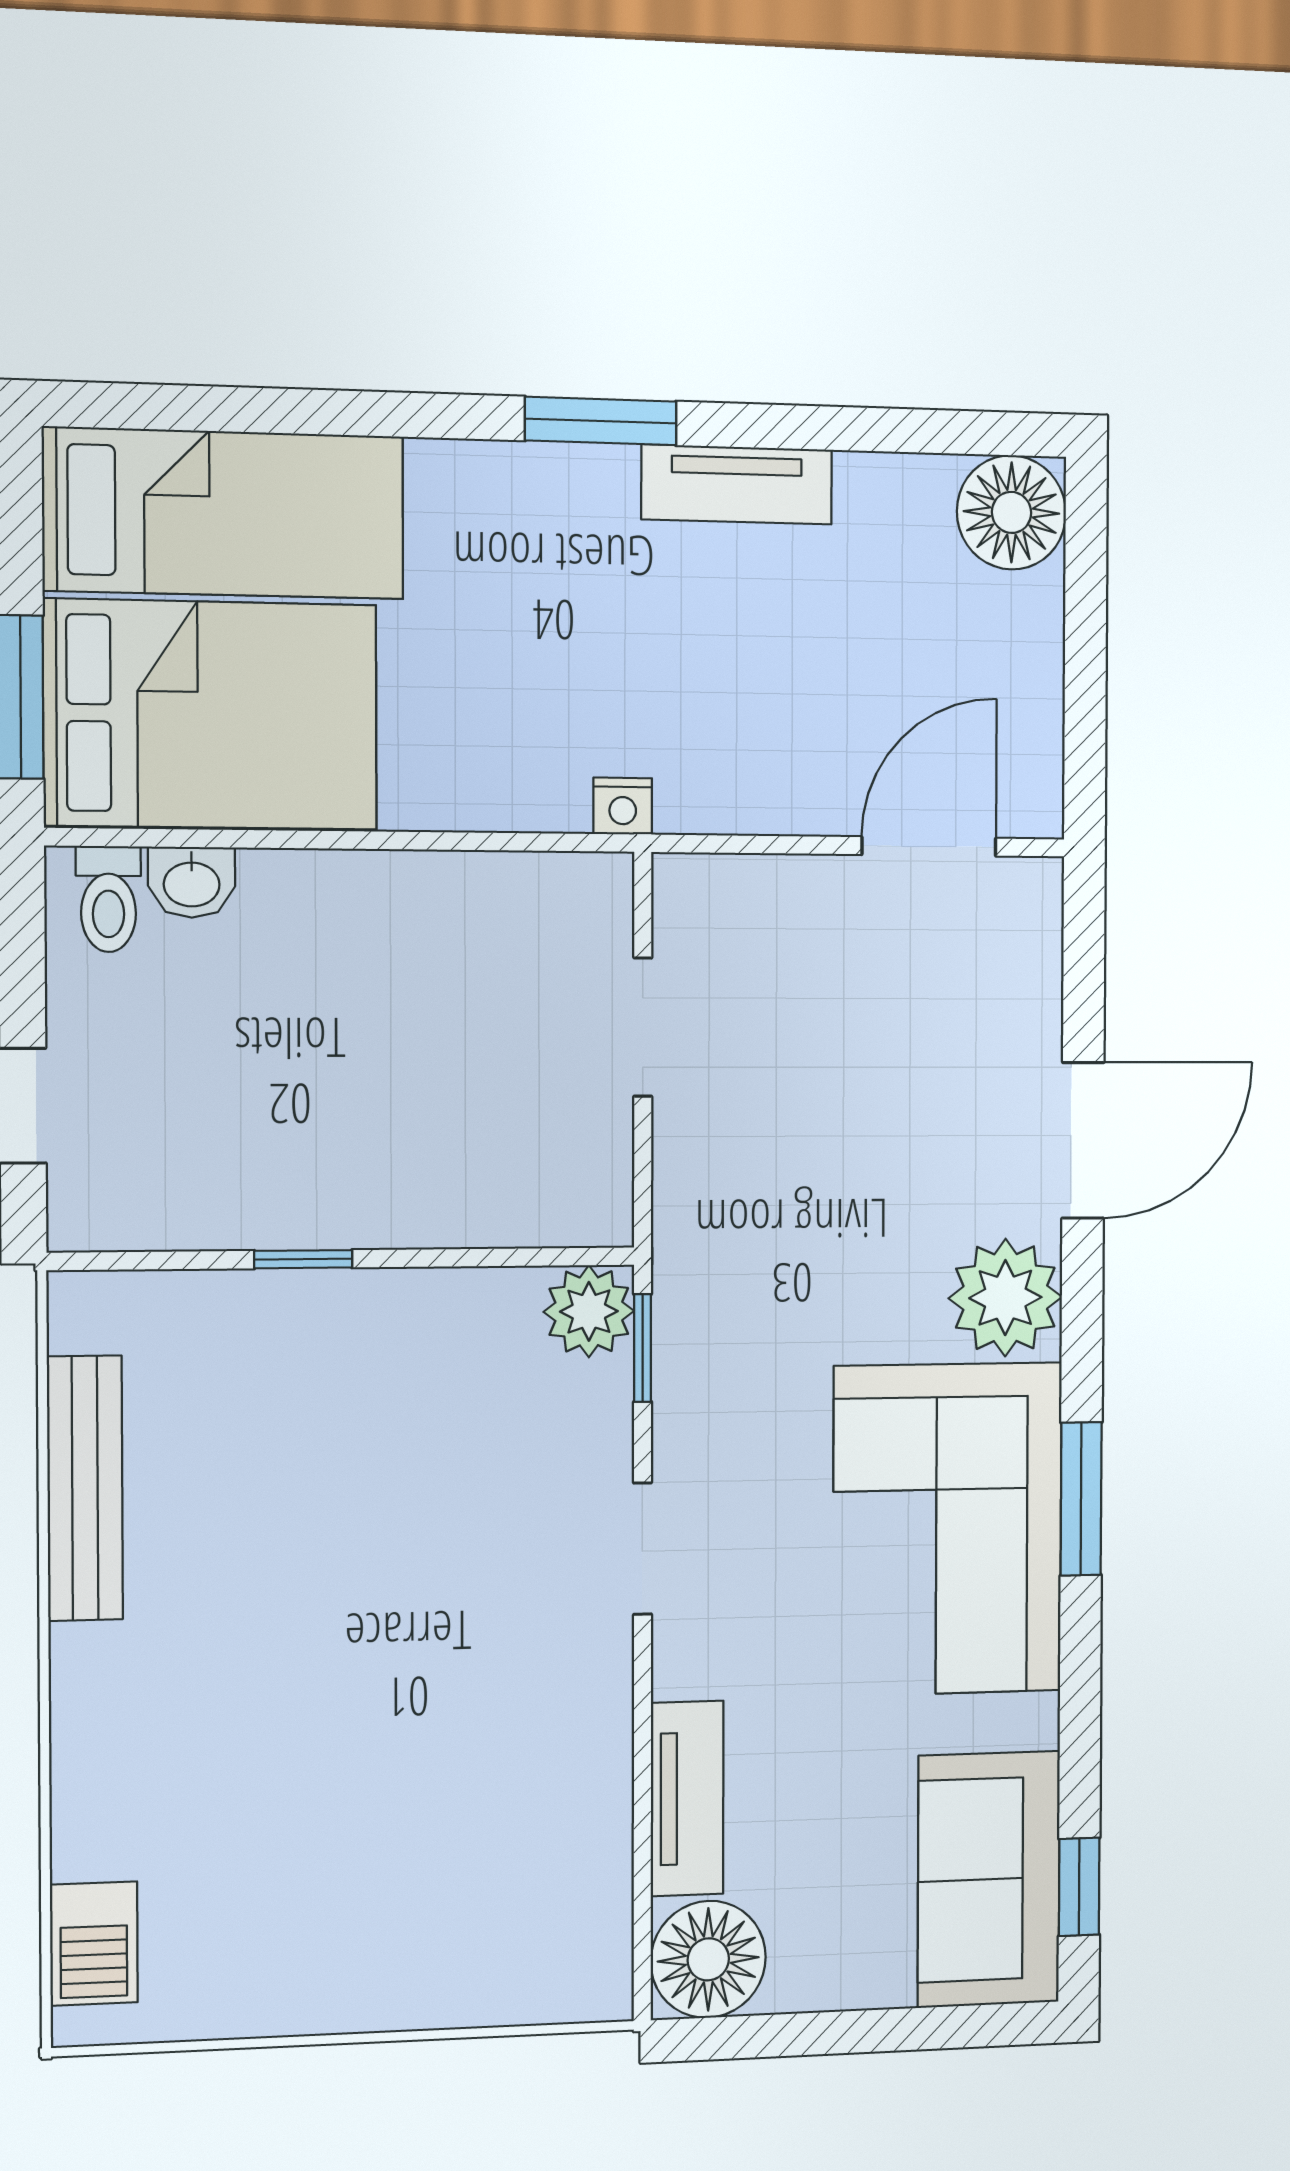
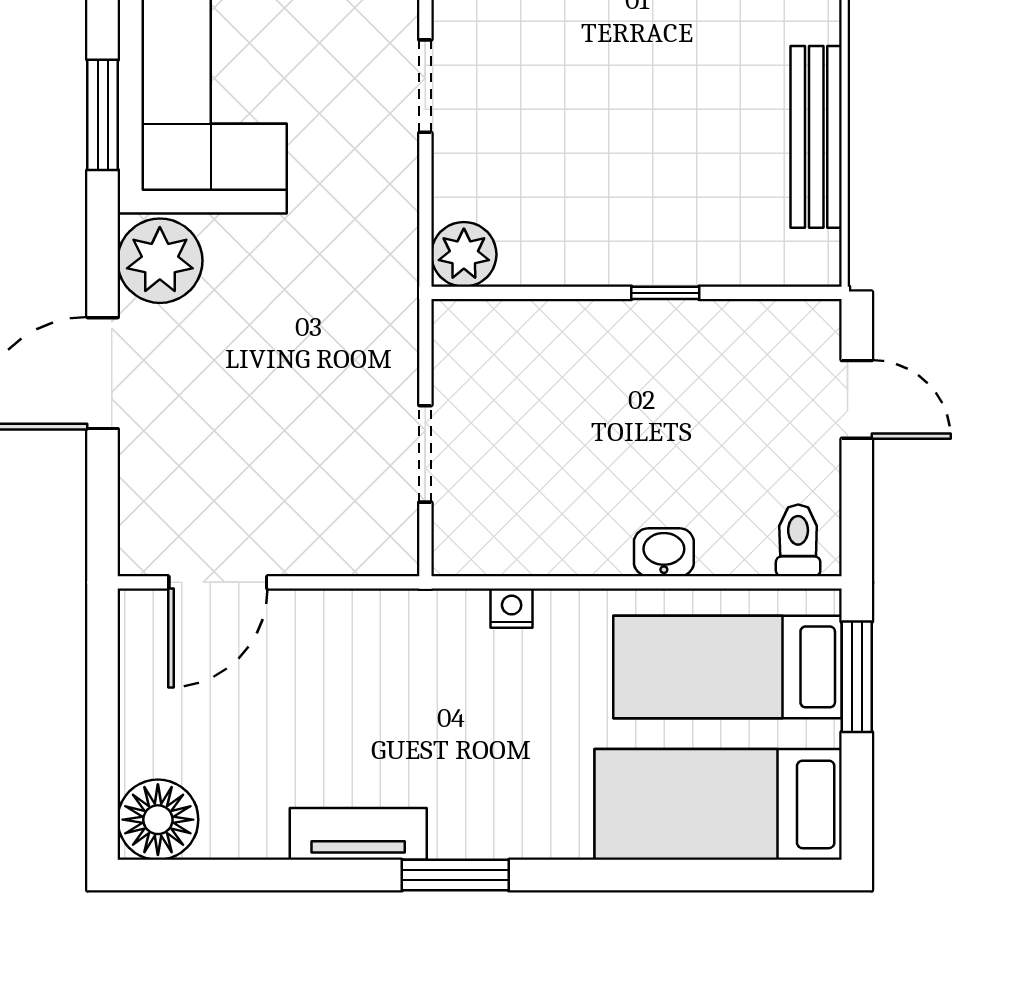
bed: (211, 715) -> (728, 667), width x0.67
nightstand: (623, 806) -> (512, 608), moved
washbasin: (192, 882) -> (664, 552), moved
window: (643, 1348) -> (425, 228), removed

